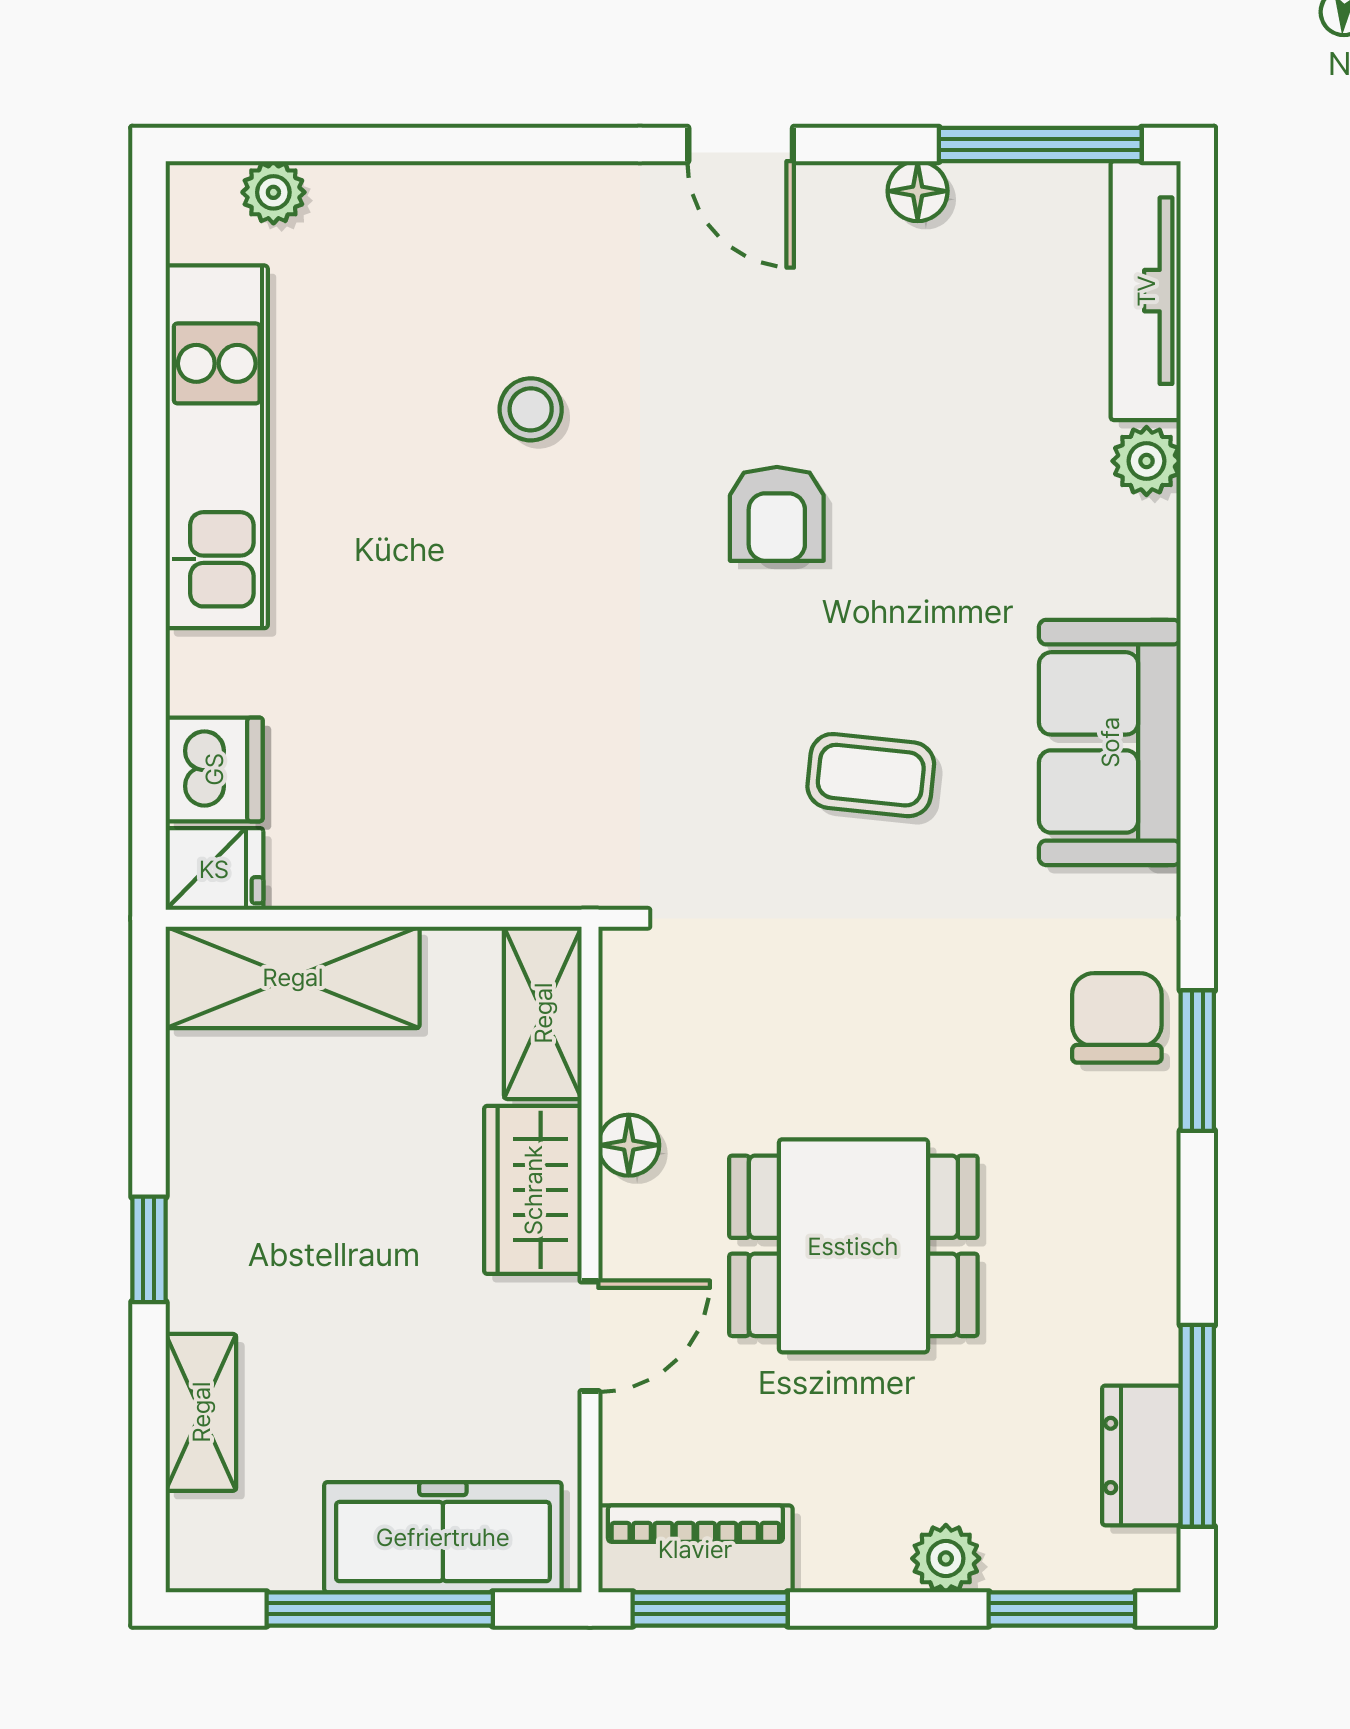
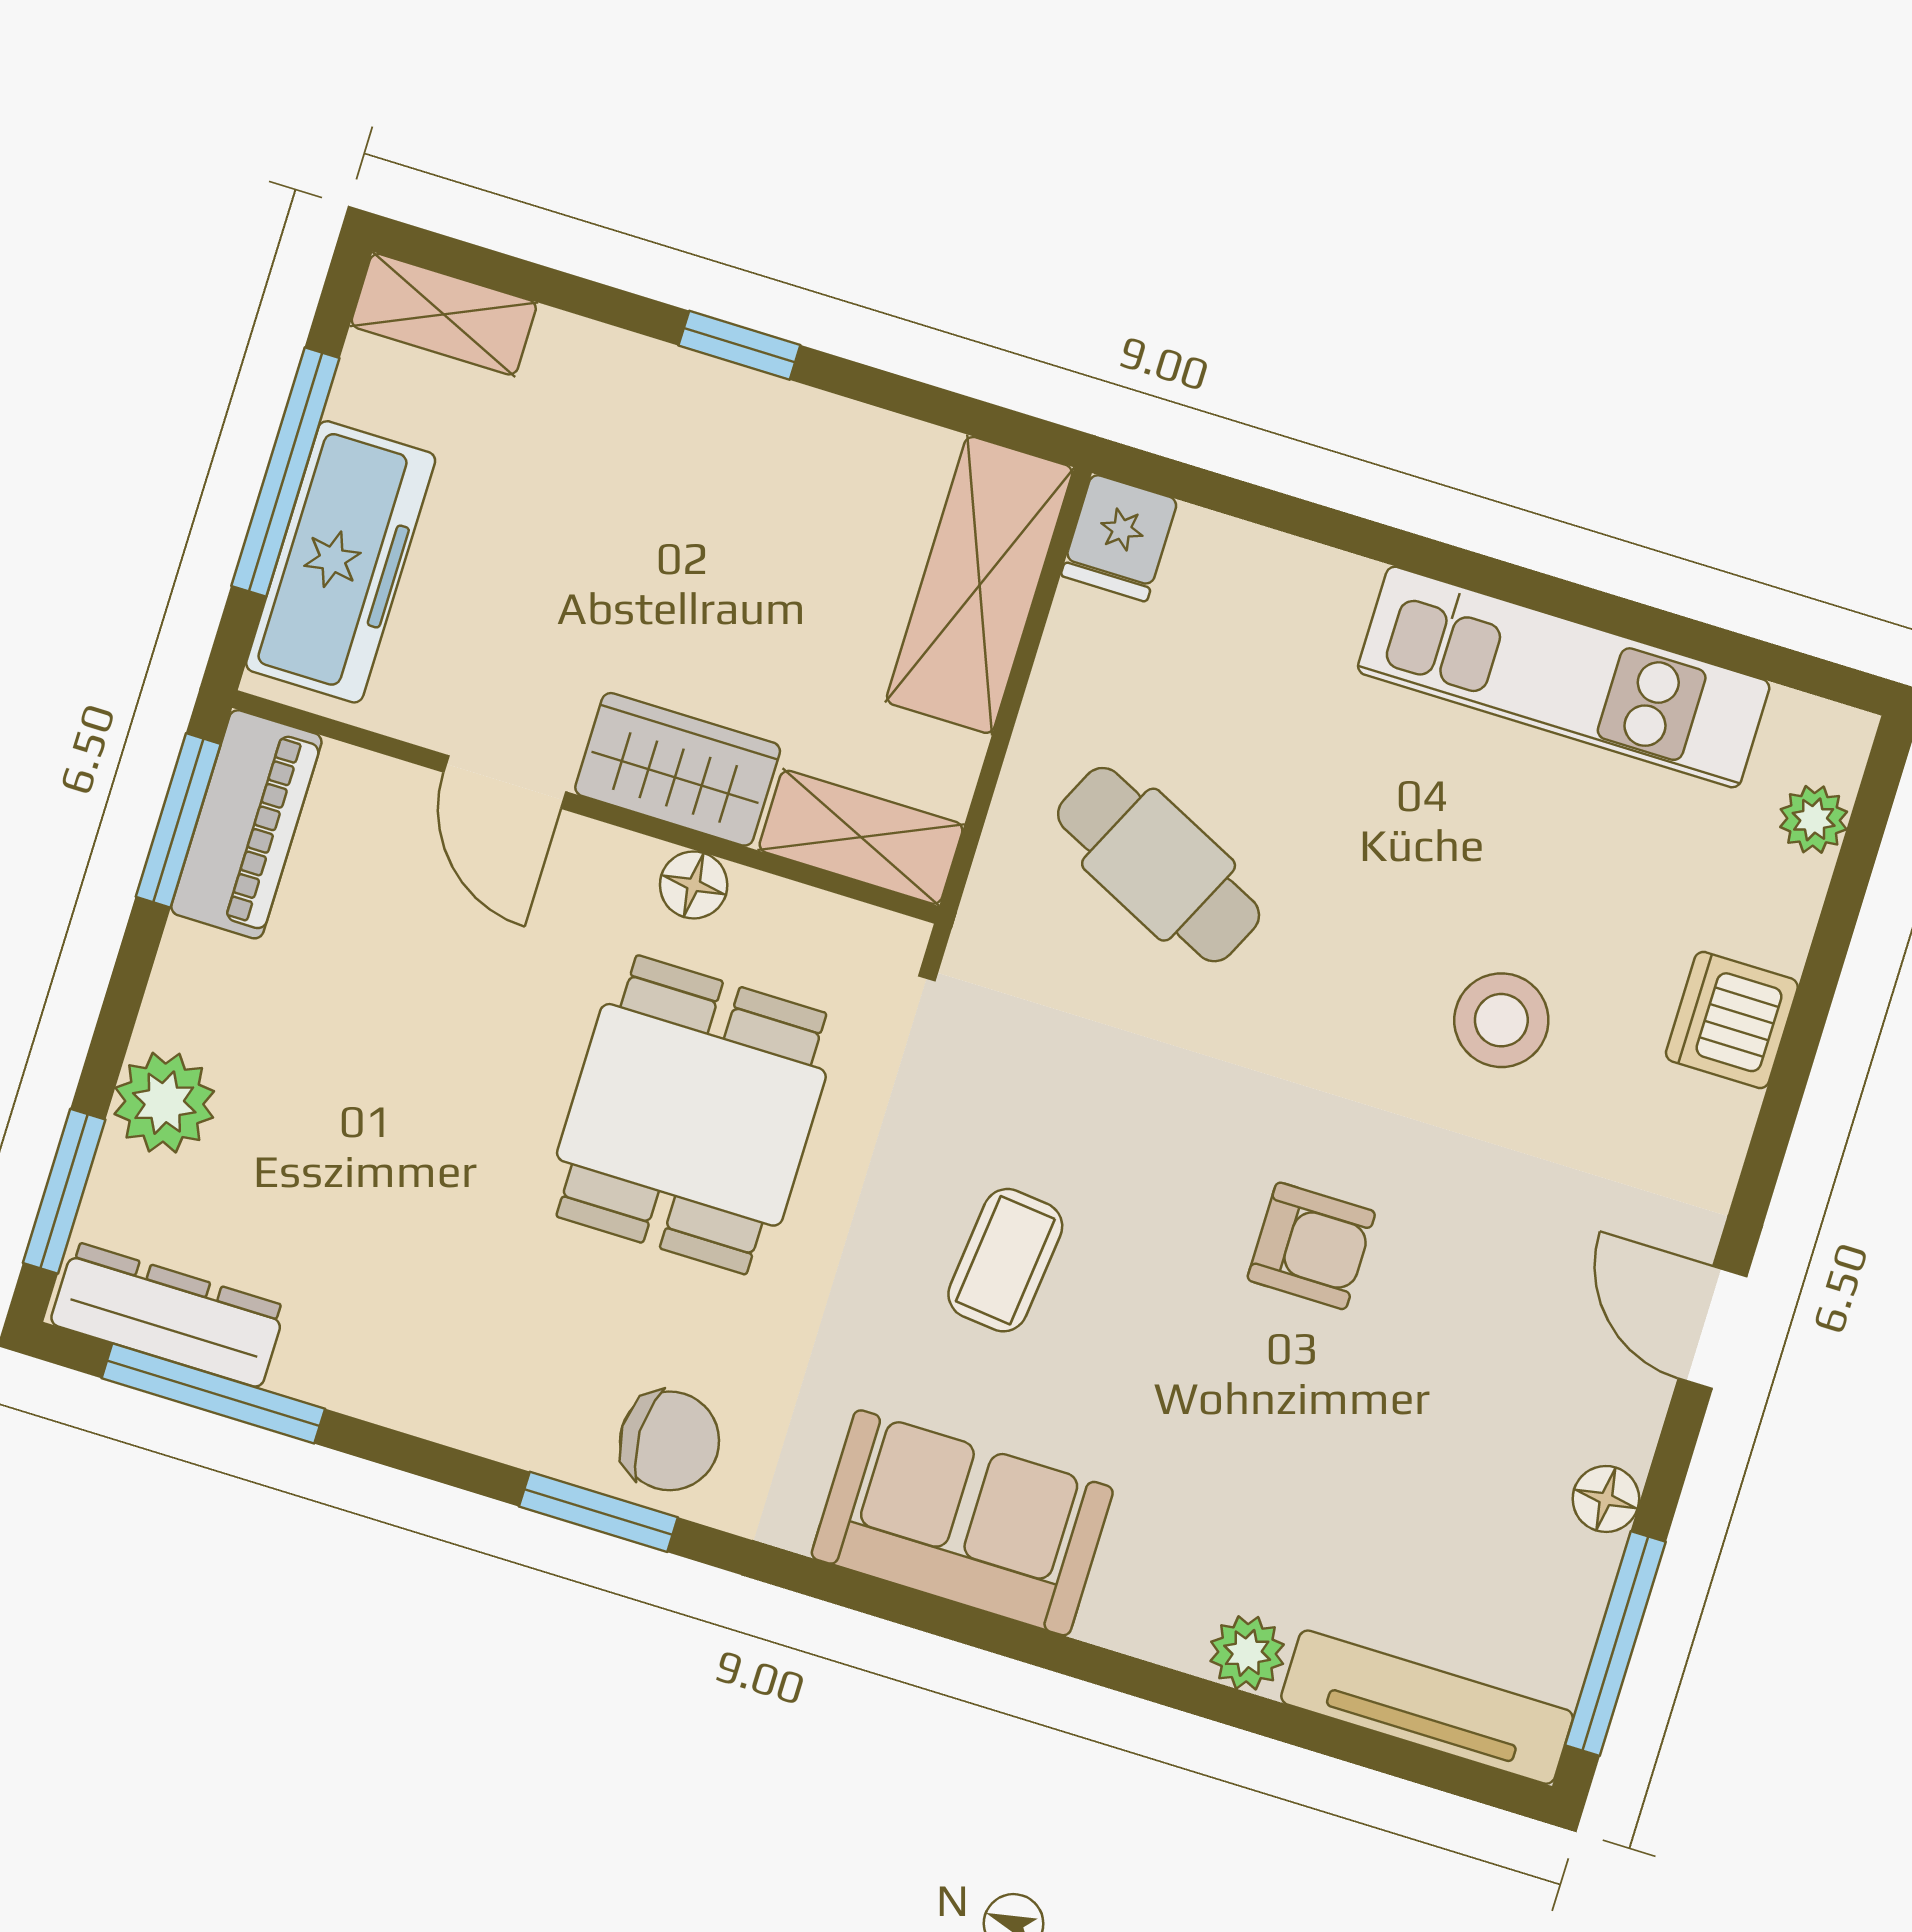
door: (741, 144) -> (1712, 1328), hinge flipped
stool: (531, 409) -> (1501, 1020), width x1.37, depth x1.37
armchair: (777, 514) -> (1311, 1246), turned 180
cafe table: (487, 748) -> (1159, 865), added
dishwasher: (214, 769) -> (1732, 1020), moved, turned 90
dining table: (853, 1246) -> (691, 1115), moved
shelving: (201, 1412) -> (444, 314), moved
dresser: (1141, 1455) -> (168, 1315), width x1.44
plant: (946, 1558) -> (164, 1103), width x1.38, depth x1.38

